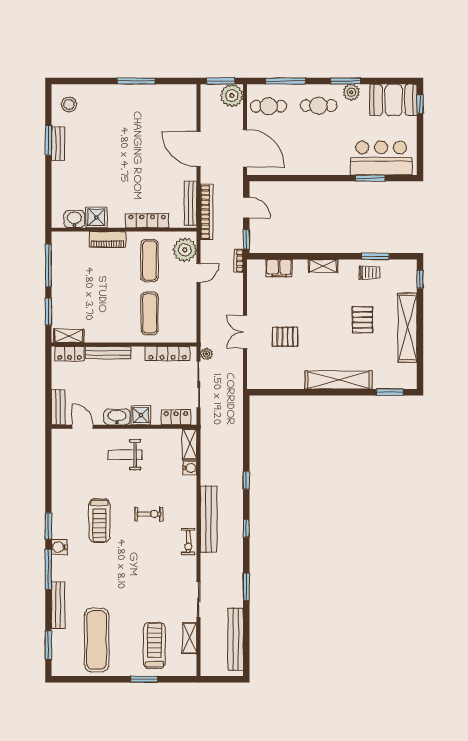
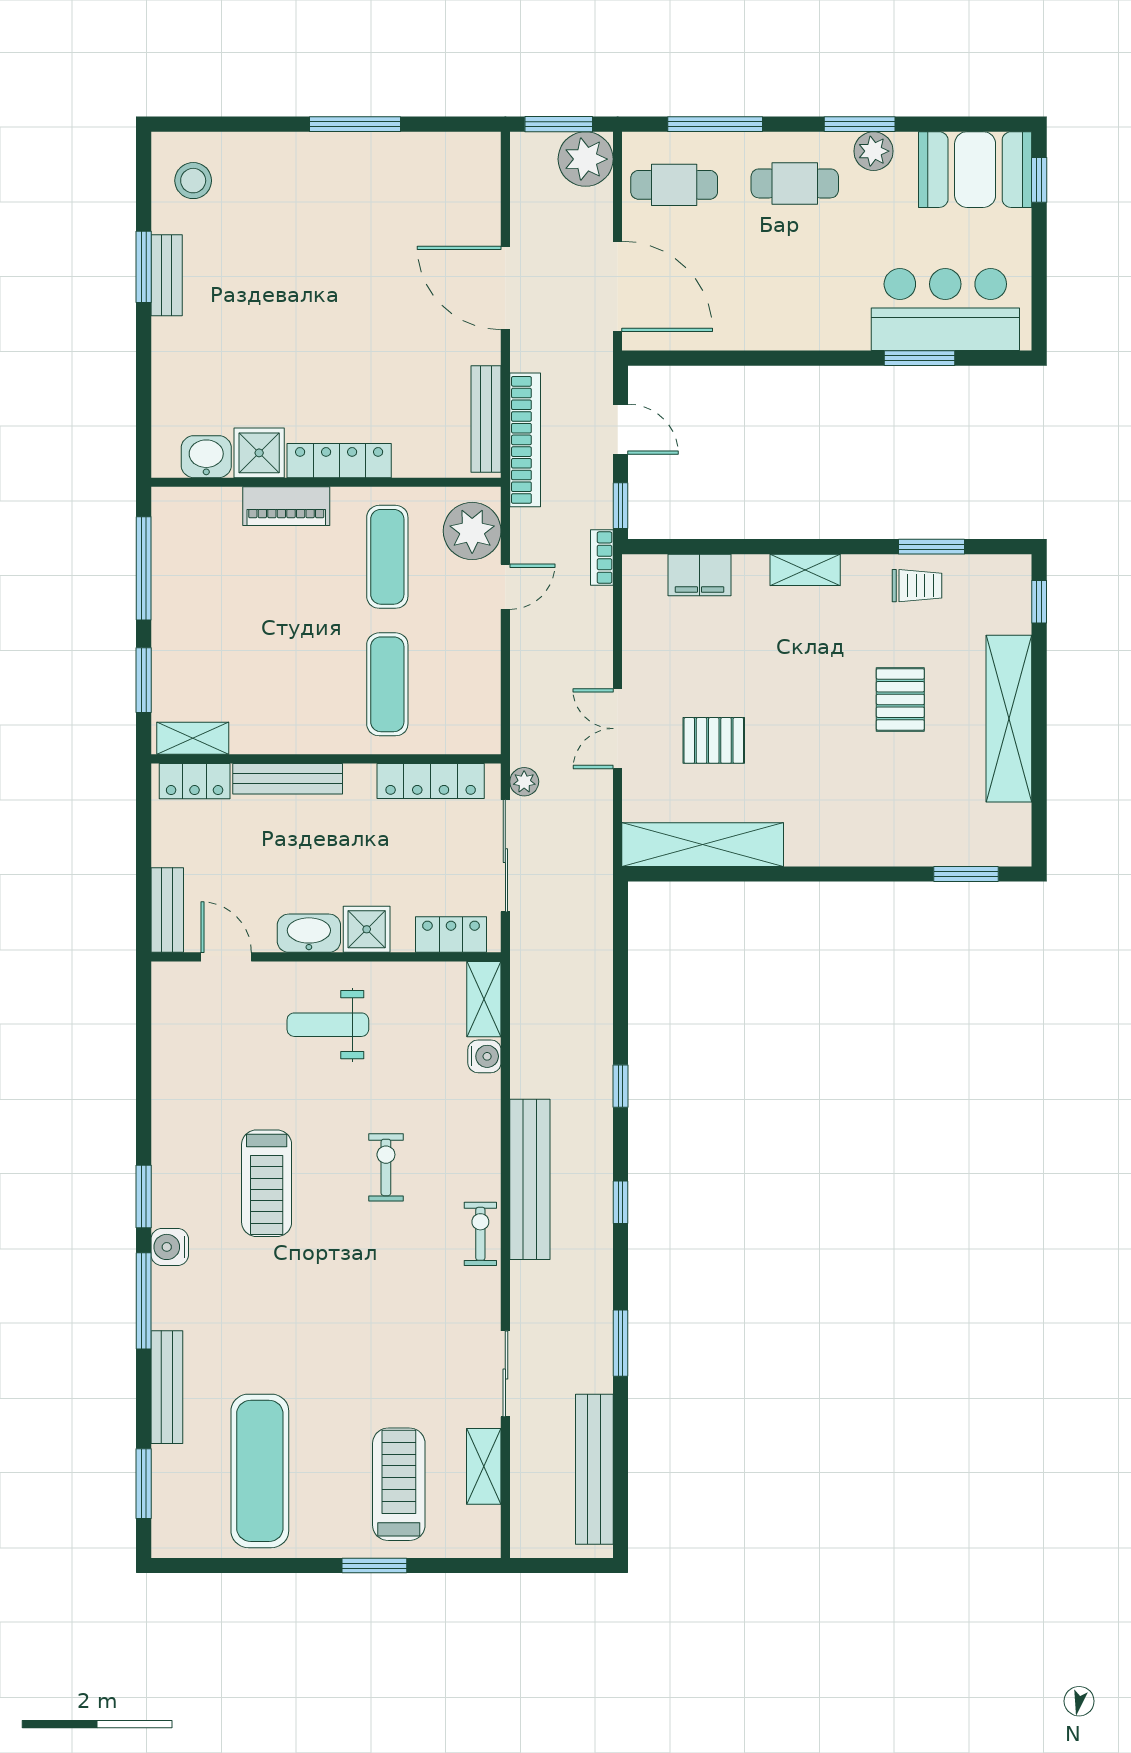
locker: (147, 221) -> (339, 461), moved
shelving: (338, 380) -> (703, 845), moved
exercise bike: (149, 514) -> (386, 1167), turned -90
exercise bike: (188, 542) -> (480, 1234), turned 180

